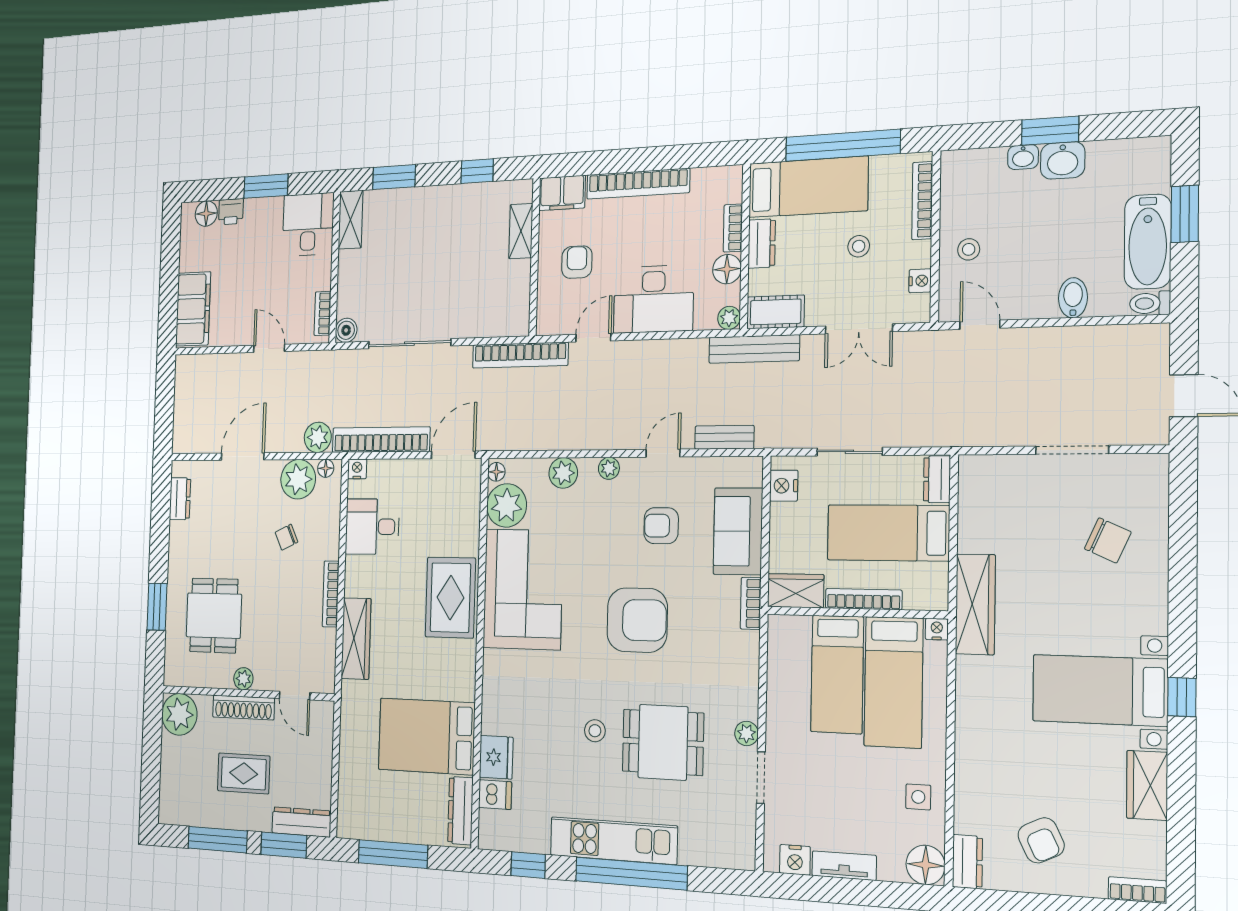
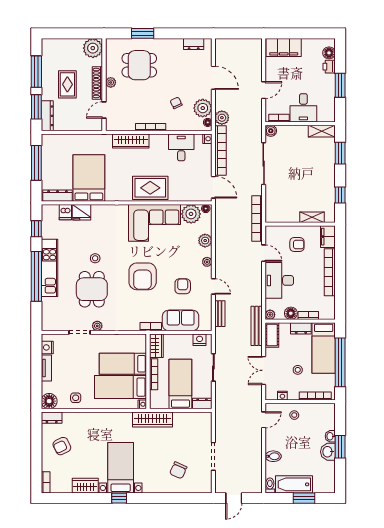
desk: (308, 224) -> (303, 108), moved, turned 90

